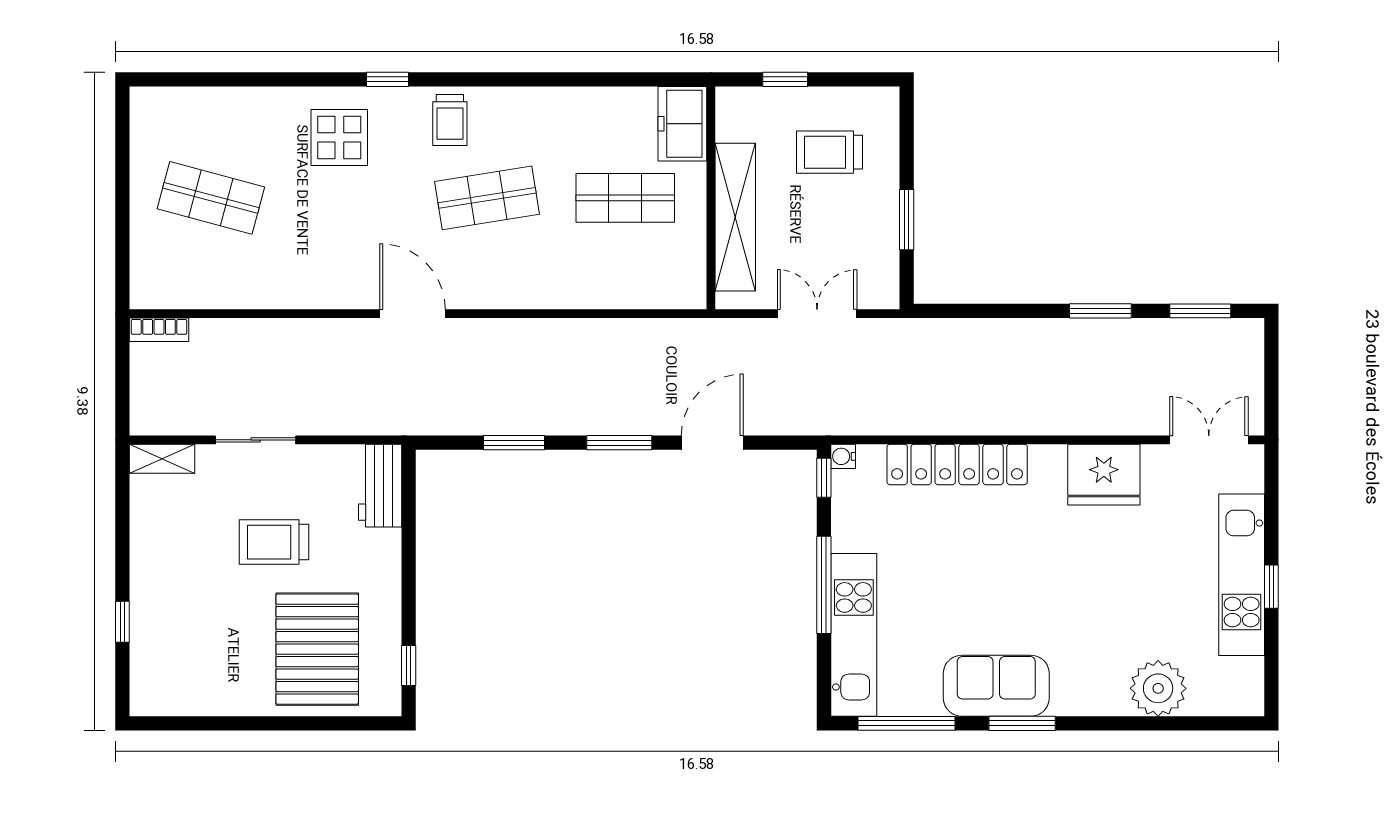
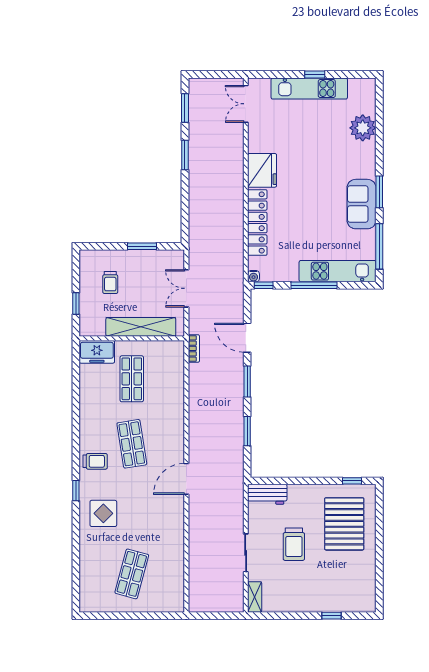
trolley: (830, 152) -> (110, 283), width x0.73, depth x0.72
bookcase: (159, 330) -> (194, 348), moved
fridge: (1104, 475) -> (262, 170), moved
pallet: (317, 649) -> (344, 524), turned 90

